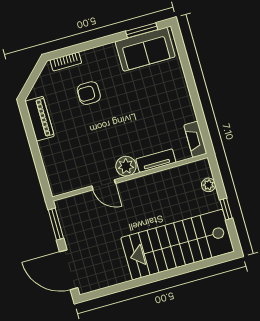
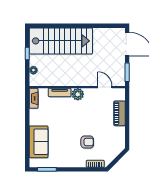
sofa: (145, 49) -> (39, 142), moved, turned 90
piano: (40, 119) -> (120, 113), moved
door: (104, 185) -> (105, 87), moved

